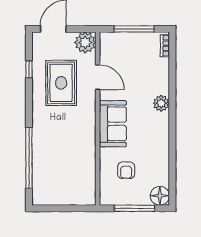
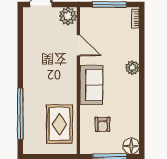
window: (29, 69) -> (20, 39), removed
rug: (61, 83) -> (59, 124), moved

